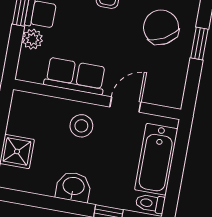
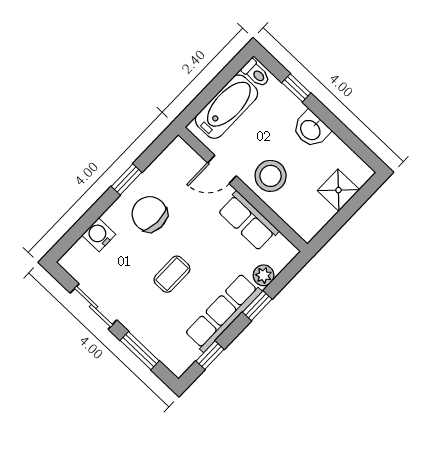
chair: (161, 27) -> (150, 214), turned 121
stool: (81, 126) -> (271, 176), width x1.38, depth x1.38

